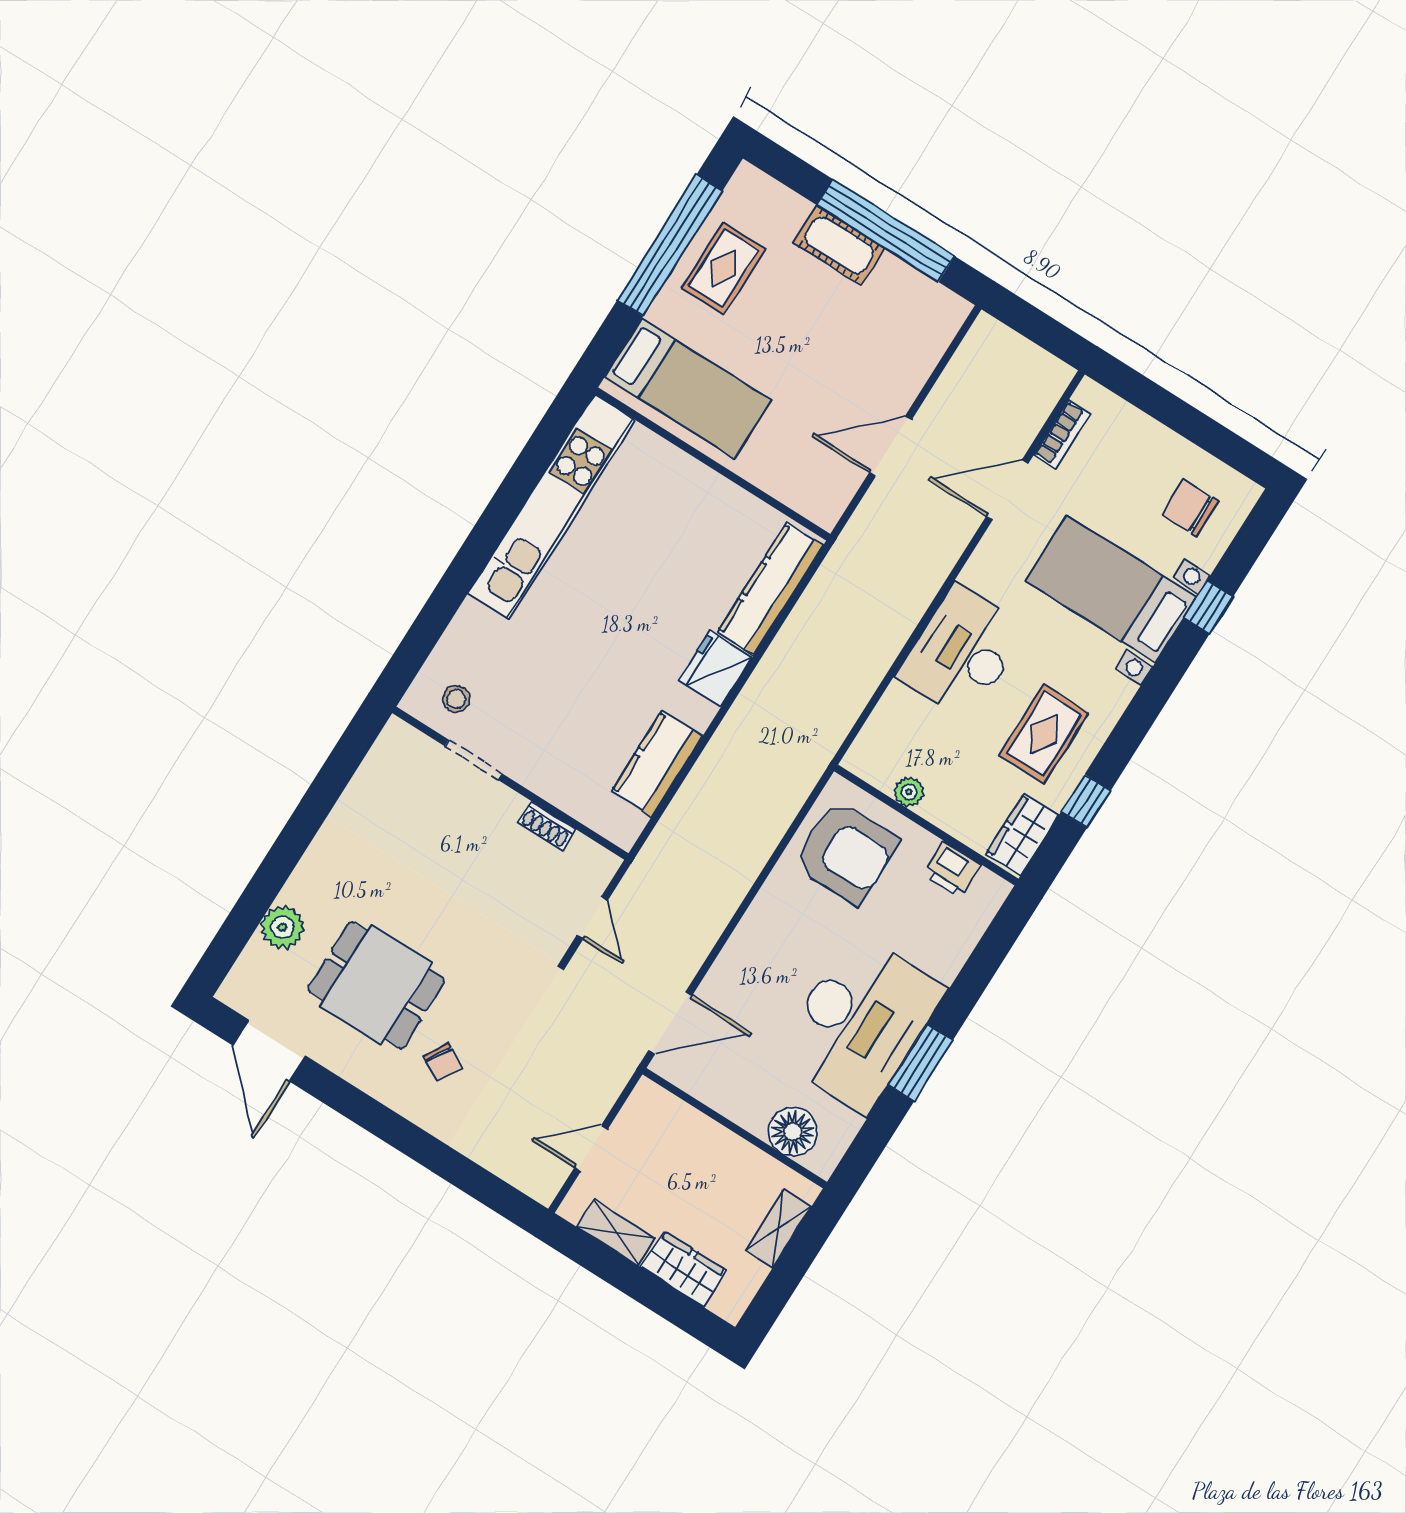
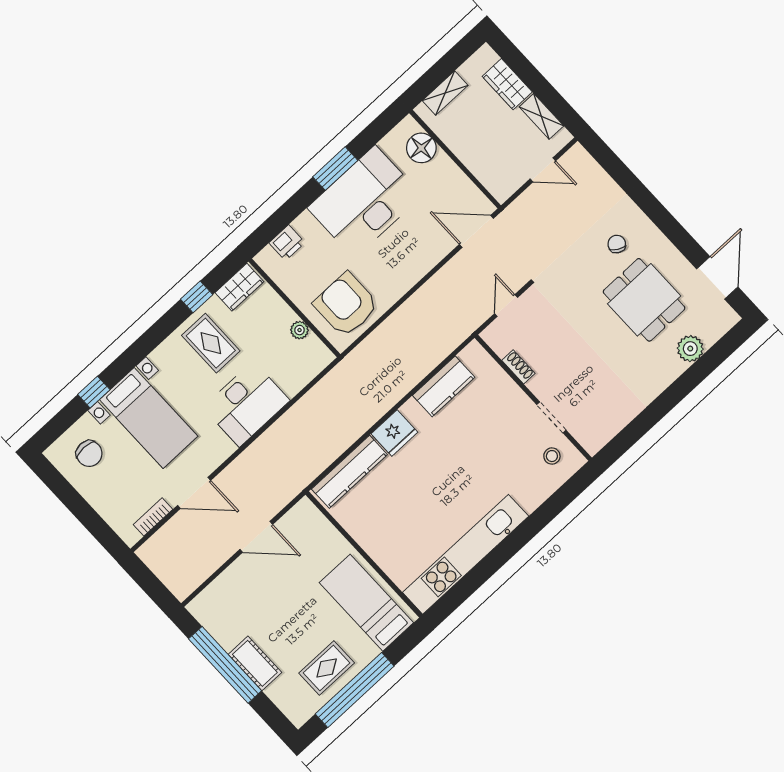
rug: (1044, 734) -> (211, 343), turned 90
printer: (952, 870) -> (287, 243), moved, turned 90

